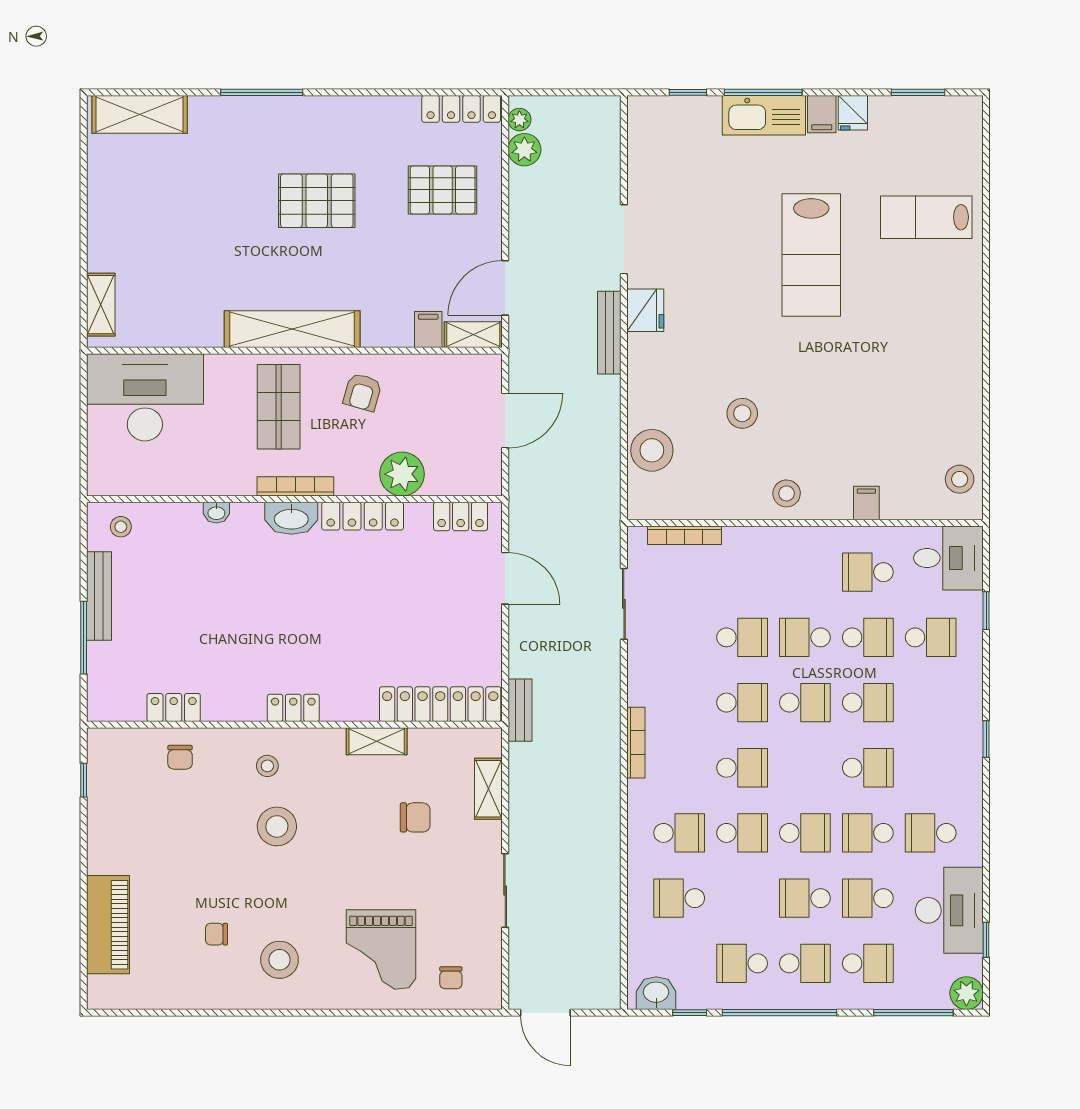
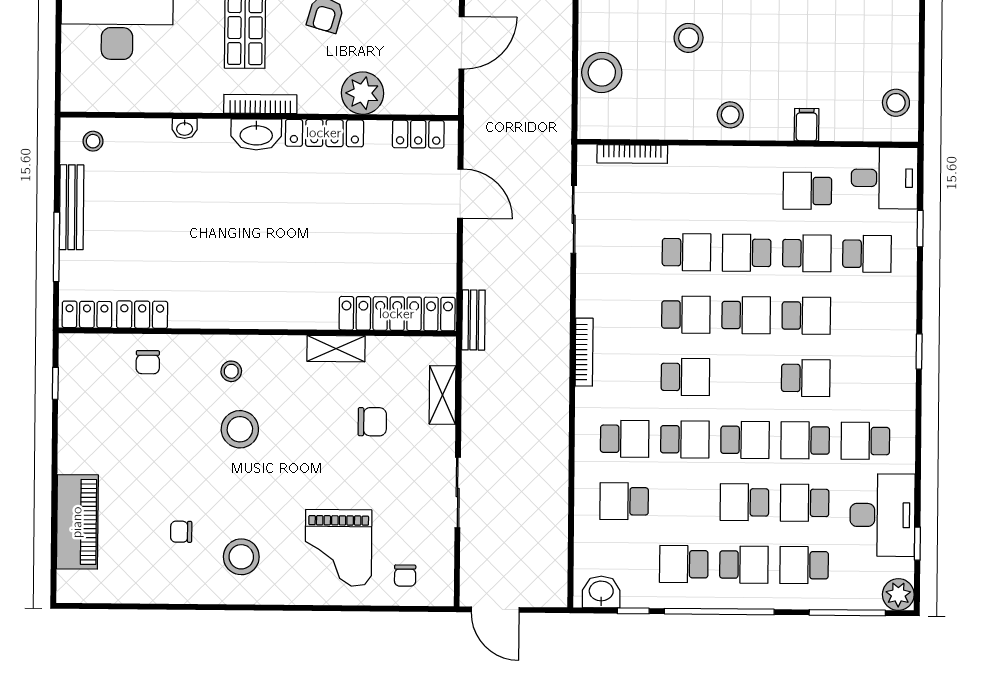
locker: (293, 708) -> (87, 315), moved
school desk: (868, 963) -> (804, 565), turned 180

